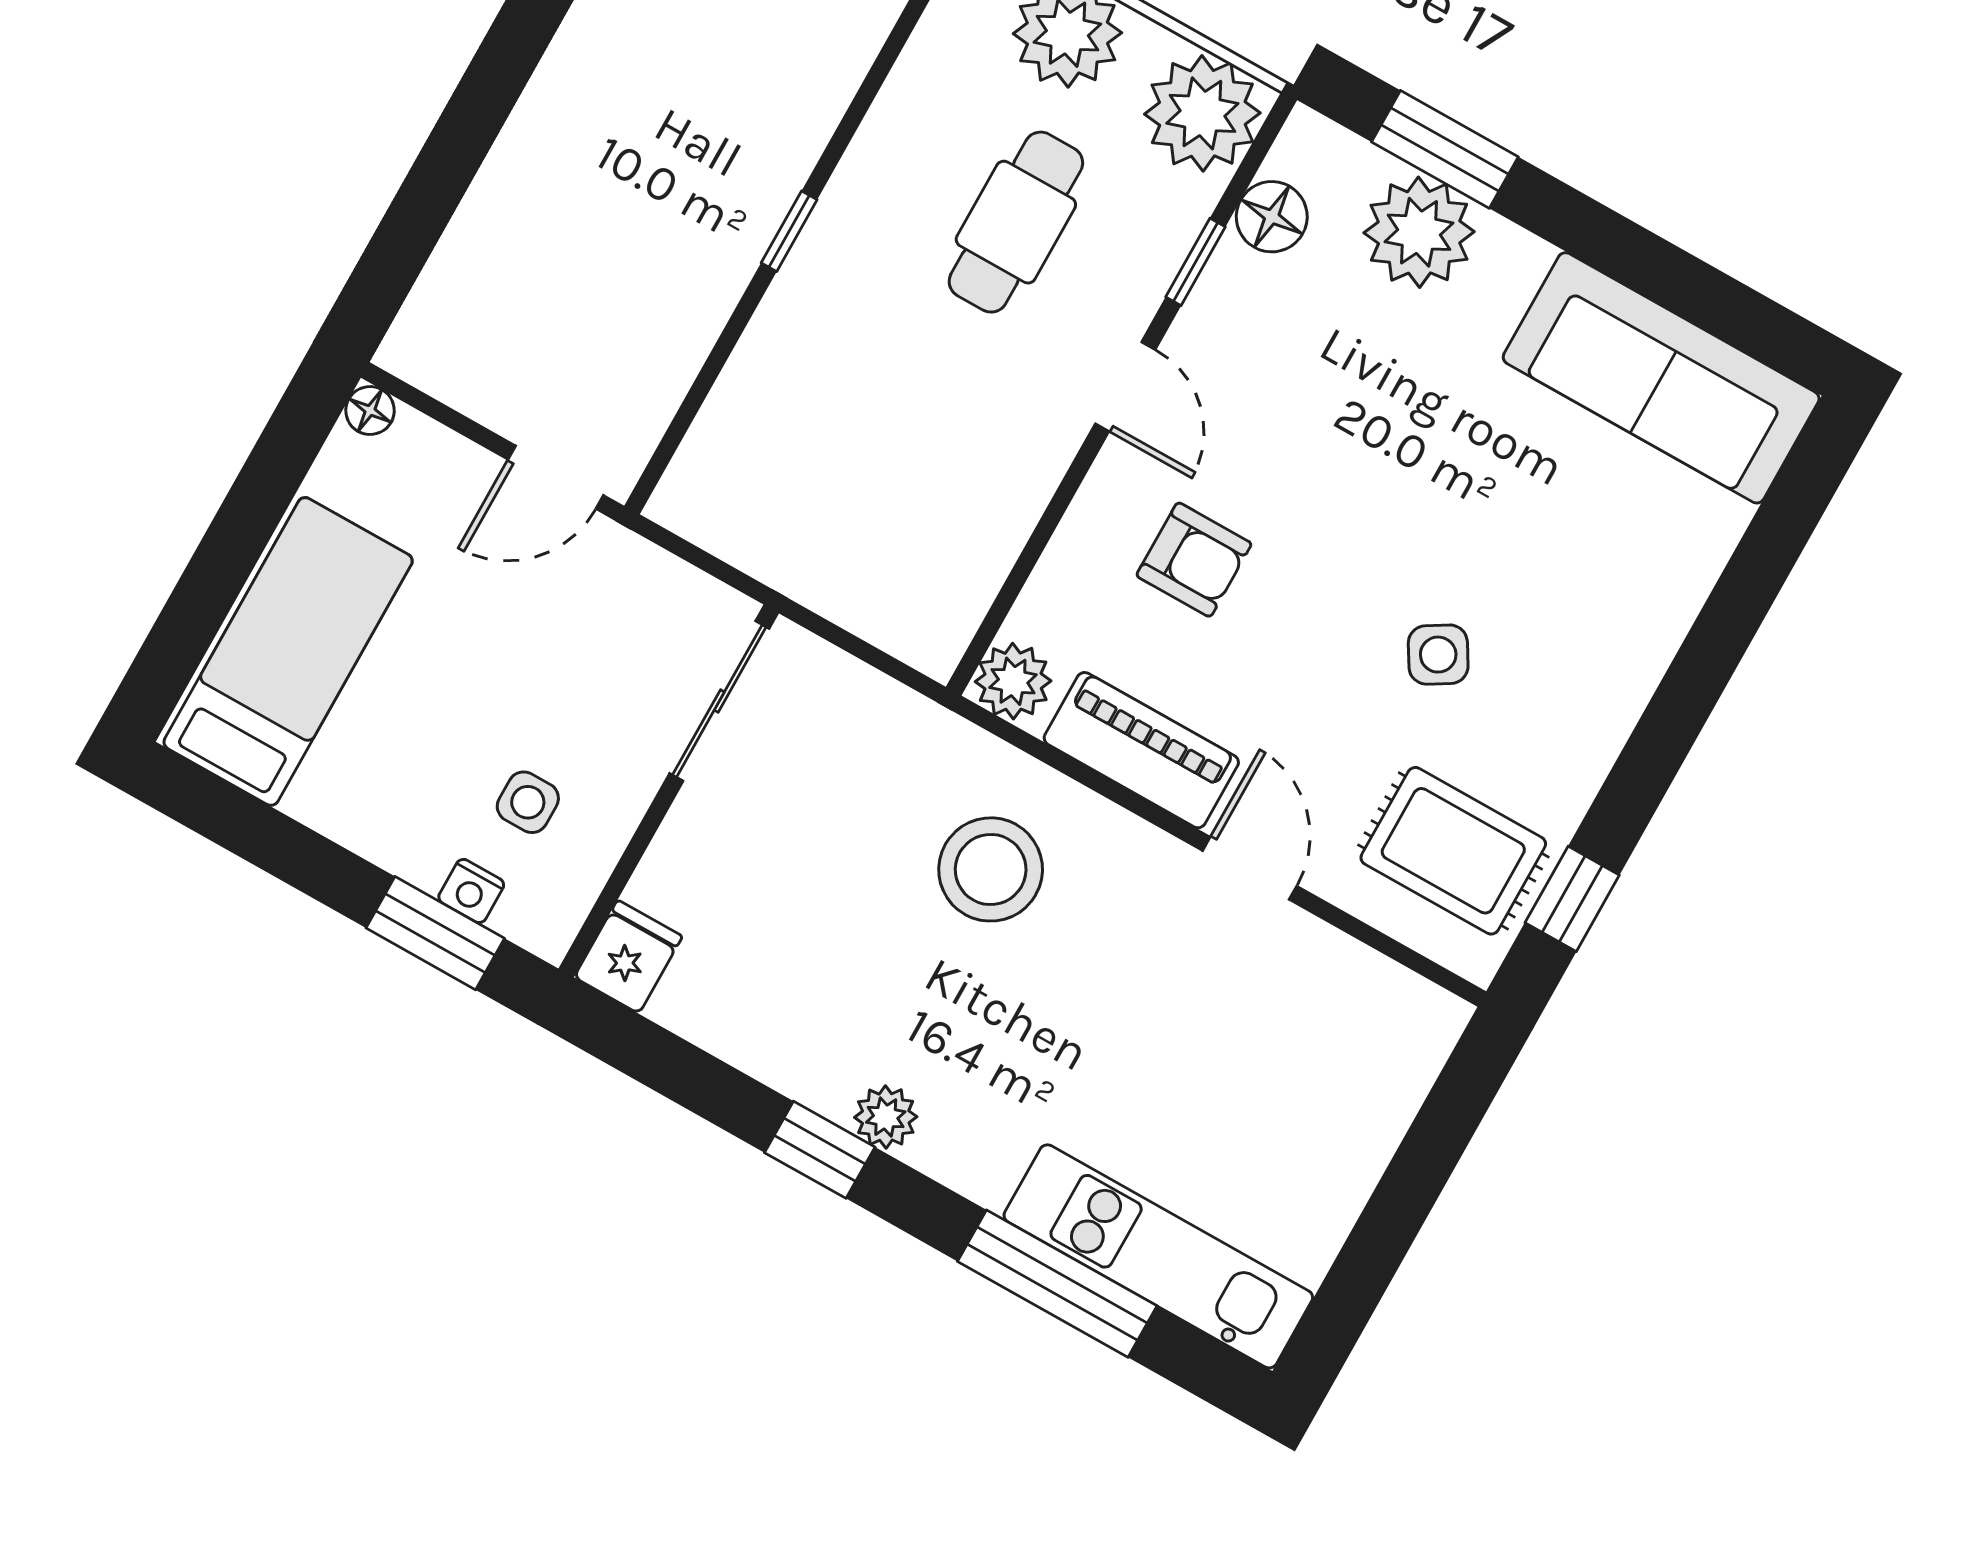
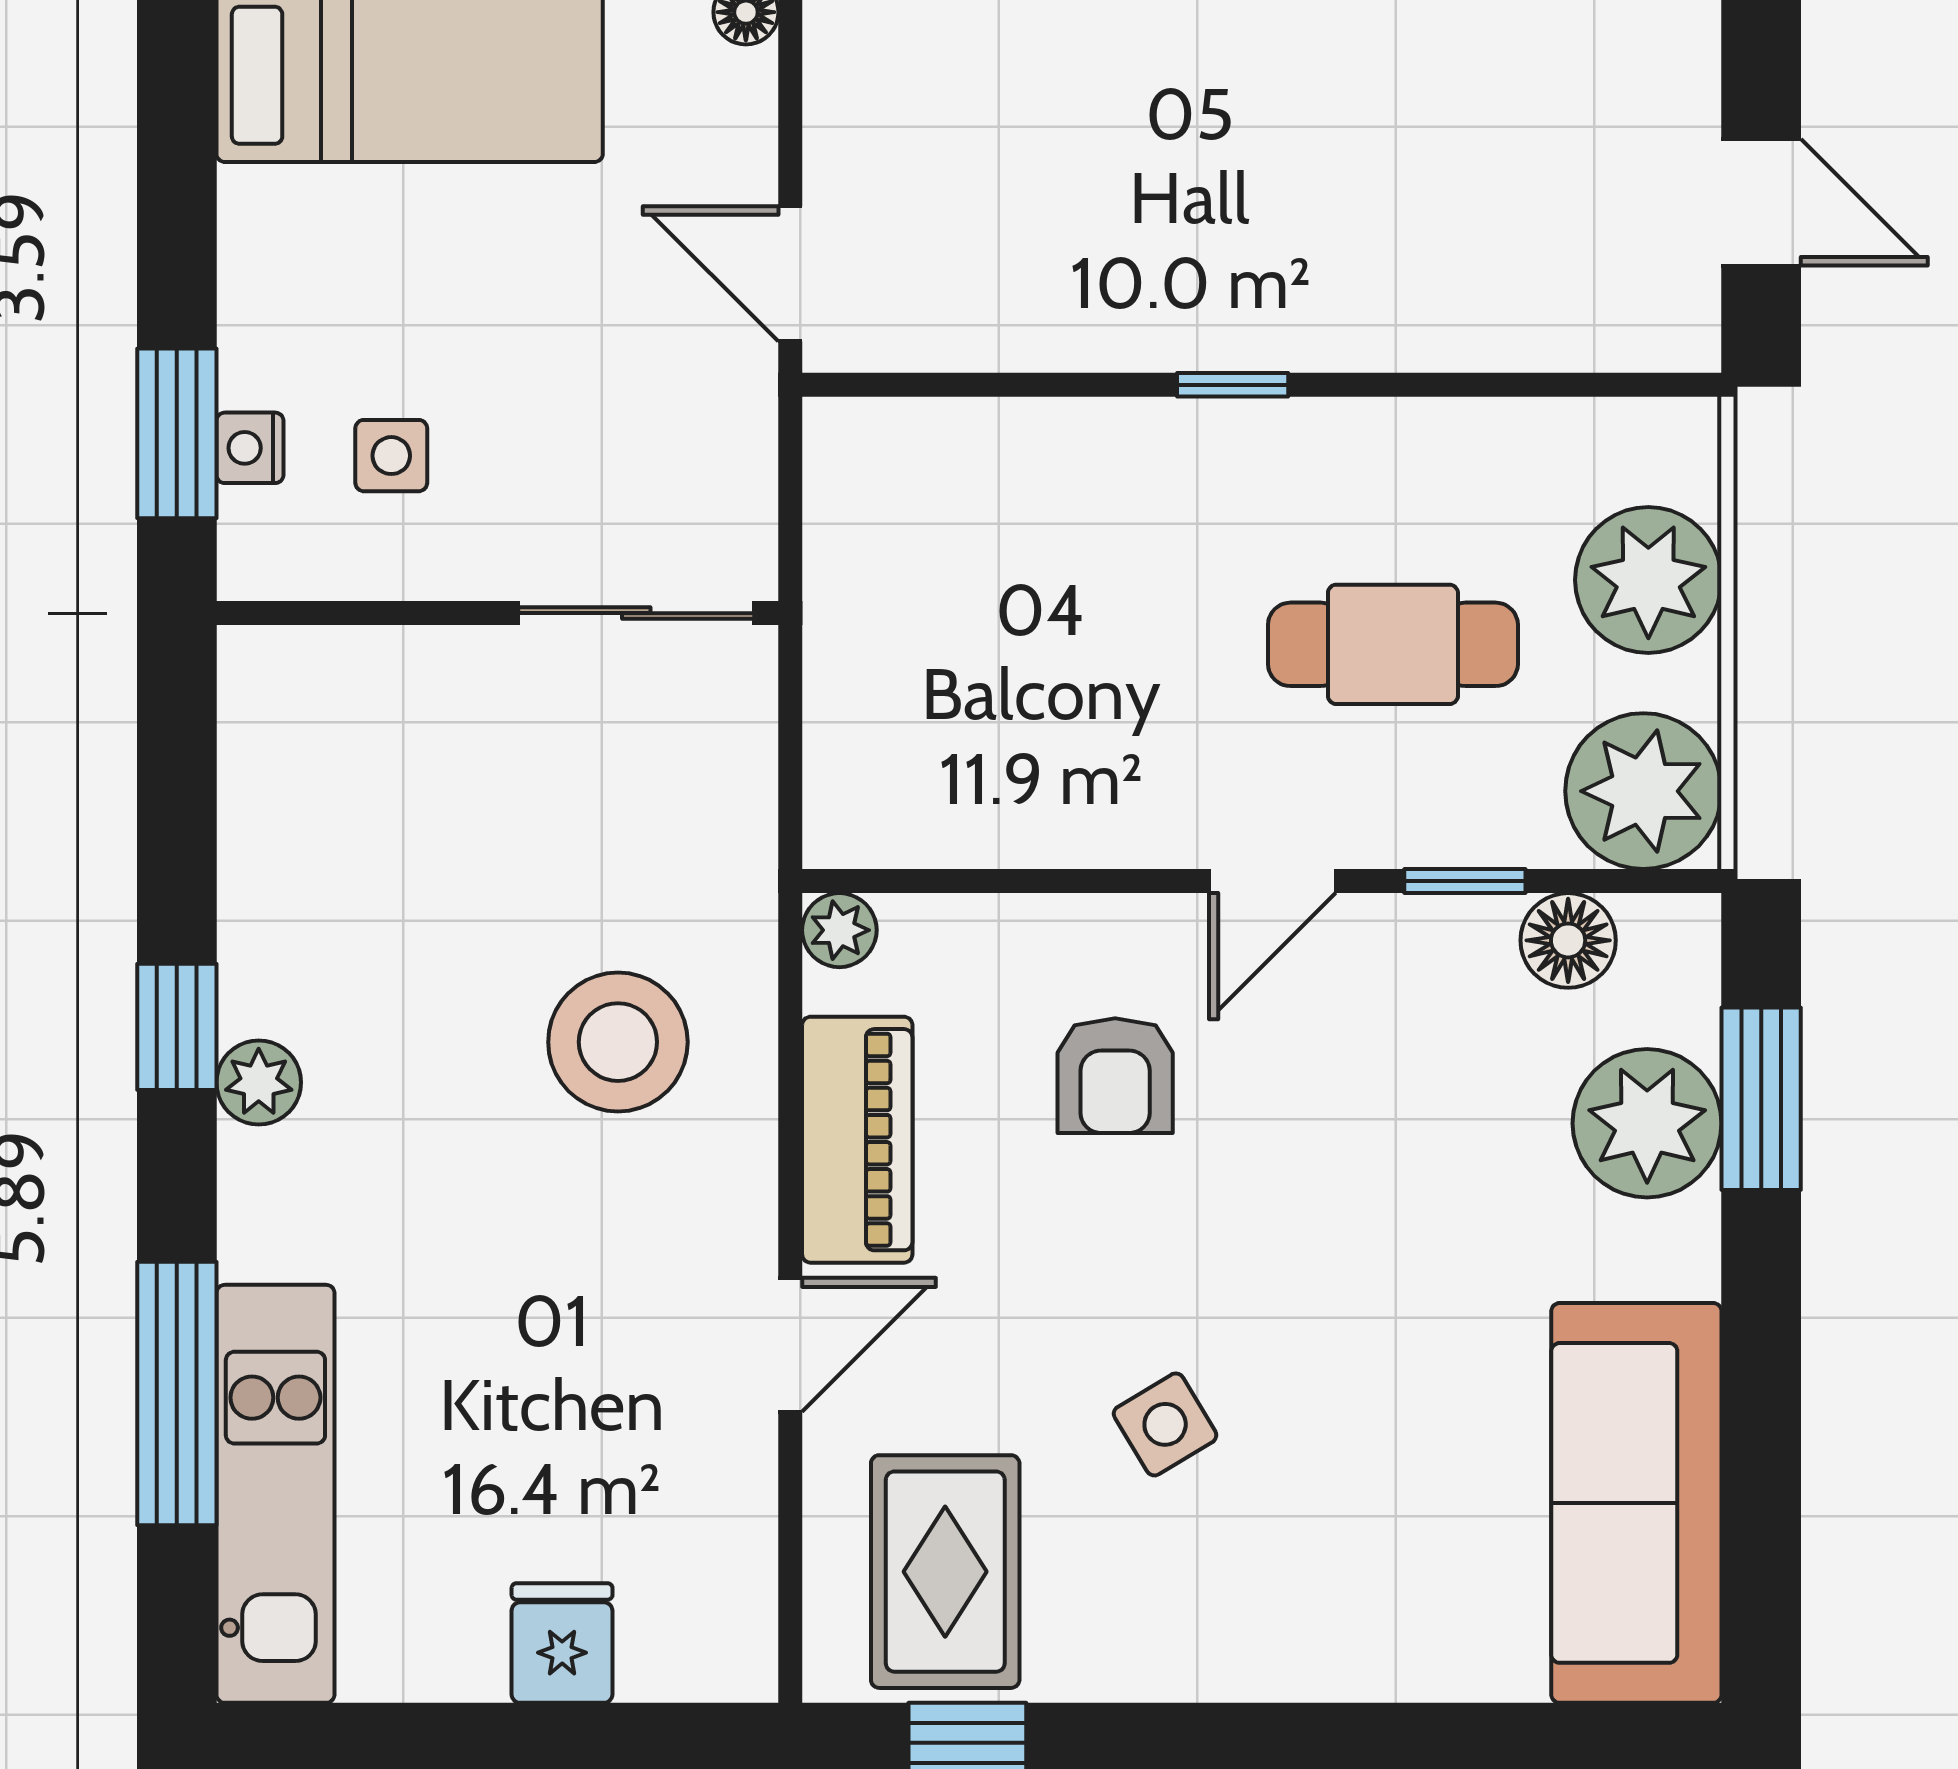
plant: (1013, 681) -> (839, 930), width x0.73, depth x0.73
fridge: (628, 957) -> (562, 1643), moved, turned -90

